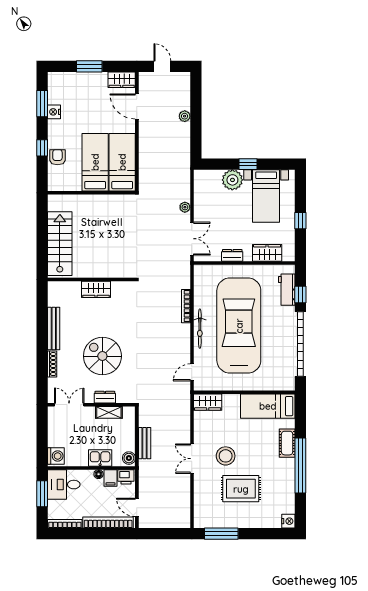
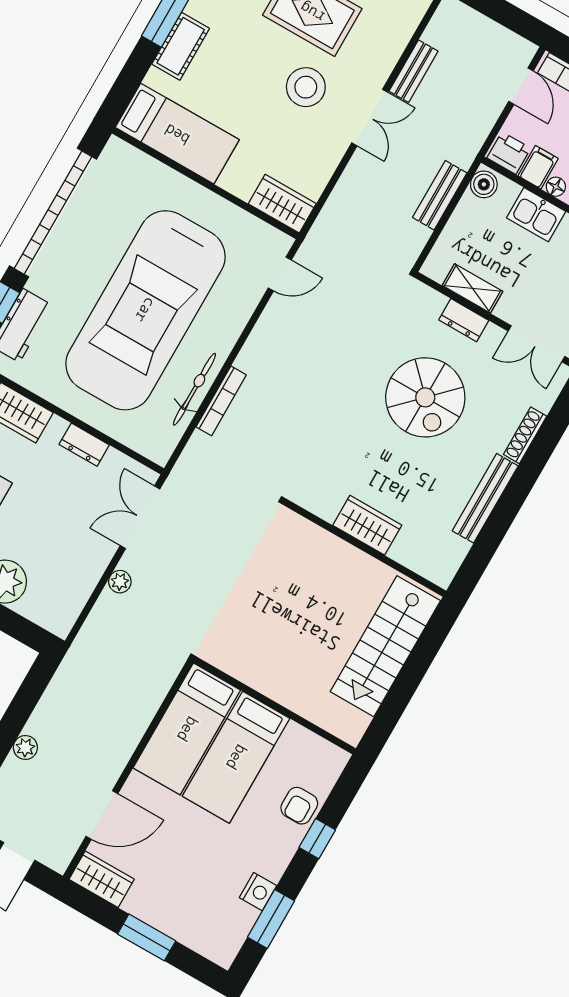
door: (137, 106) -> (102, 815), hinge flipped
bicycle: (200, 329) -> (194, 389), moved
bench: (185, 488) -> (413, 71), added

